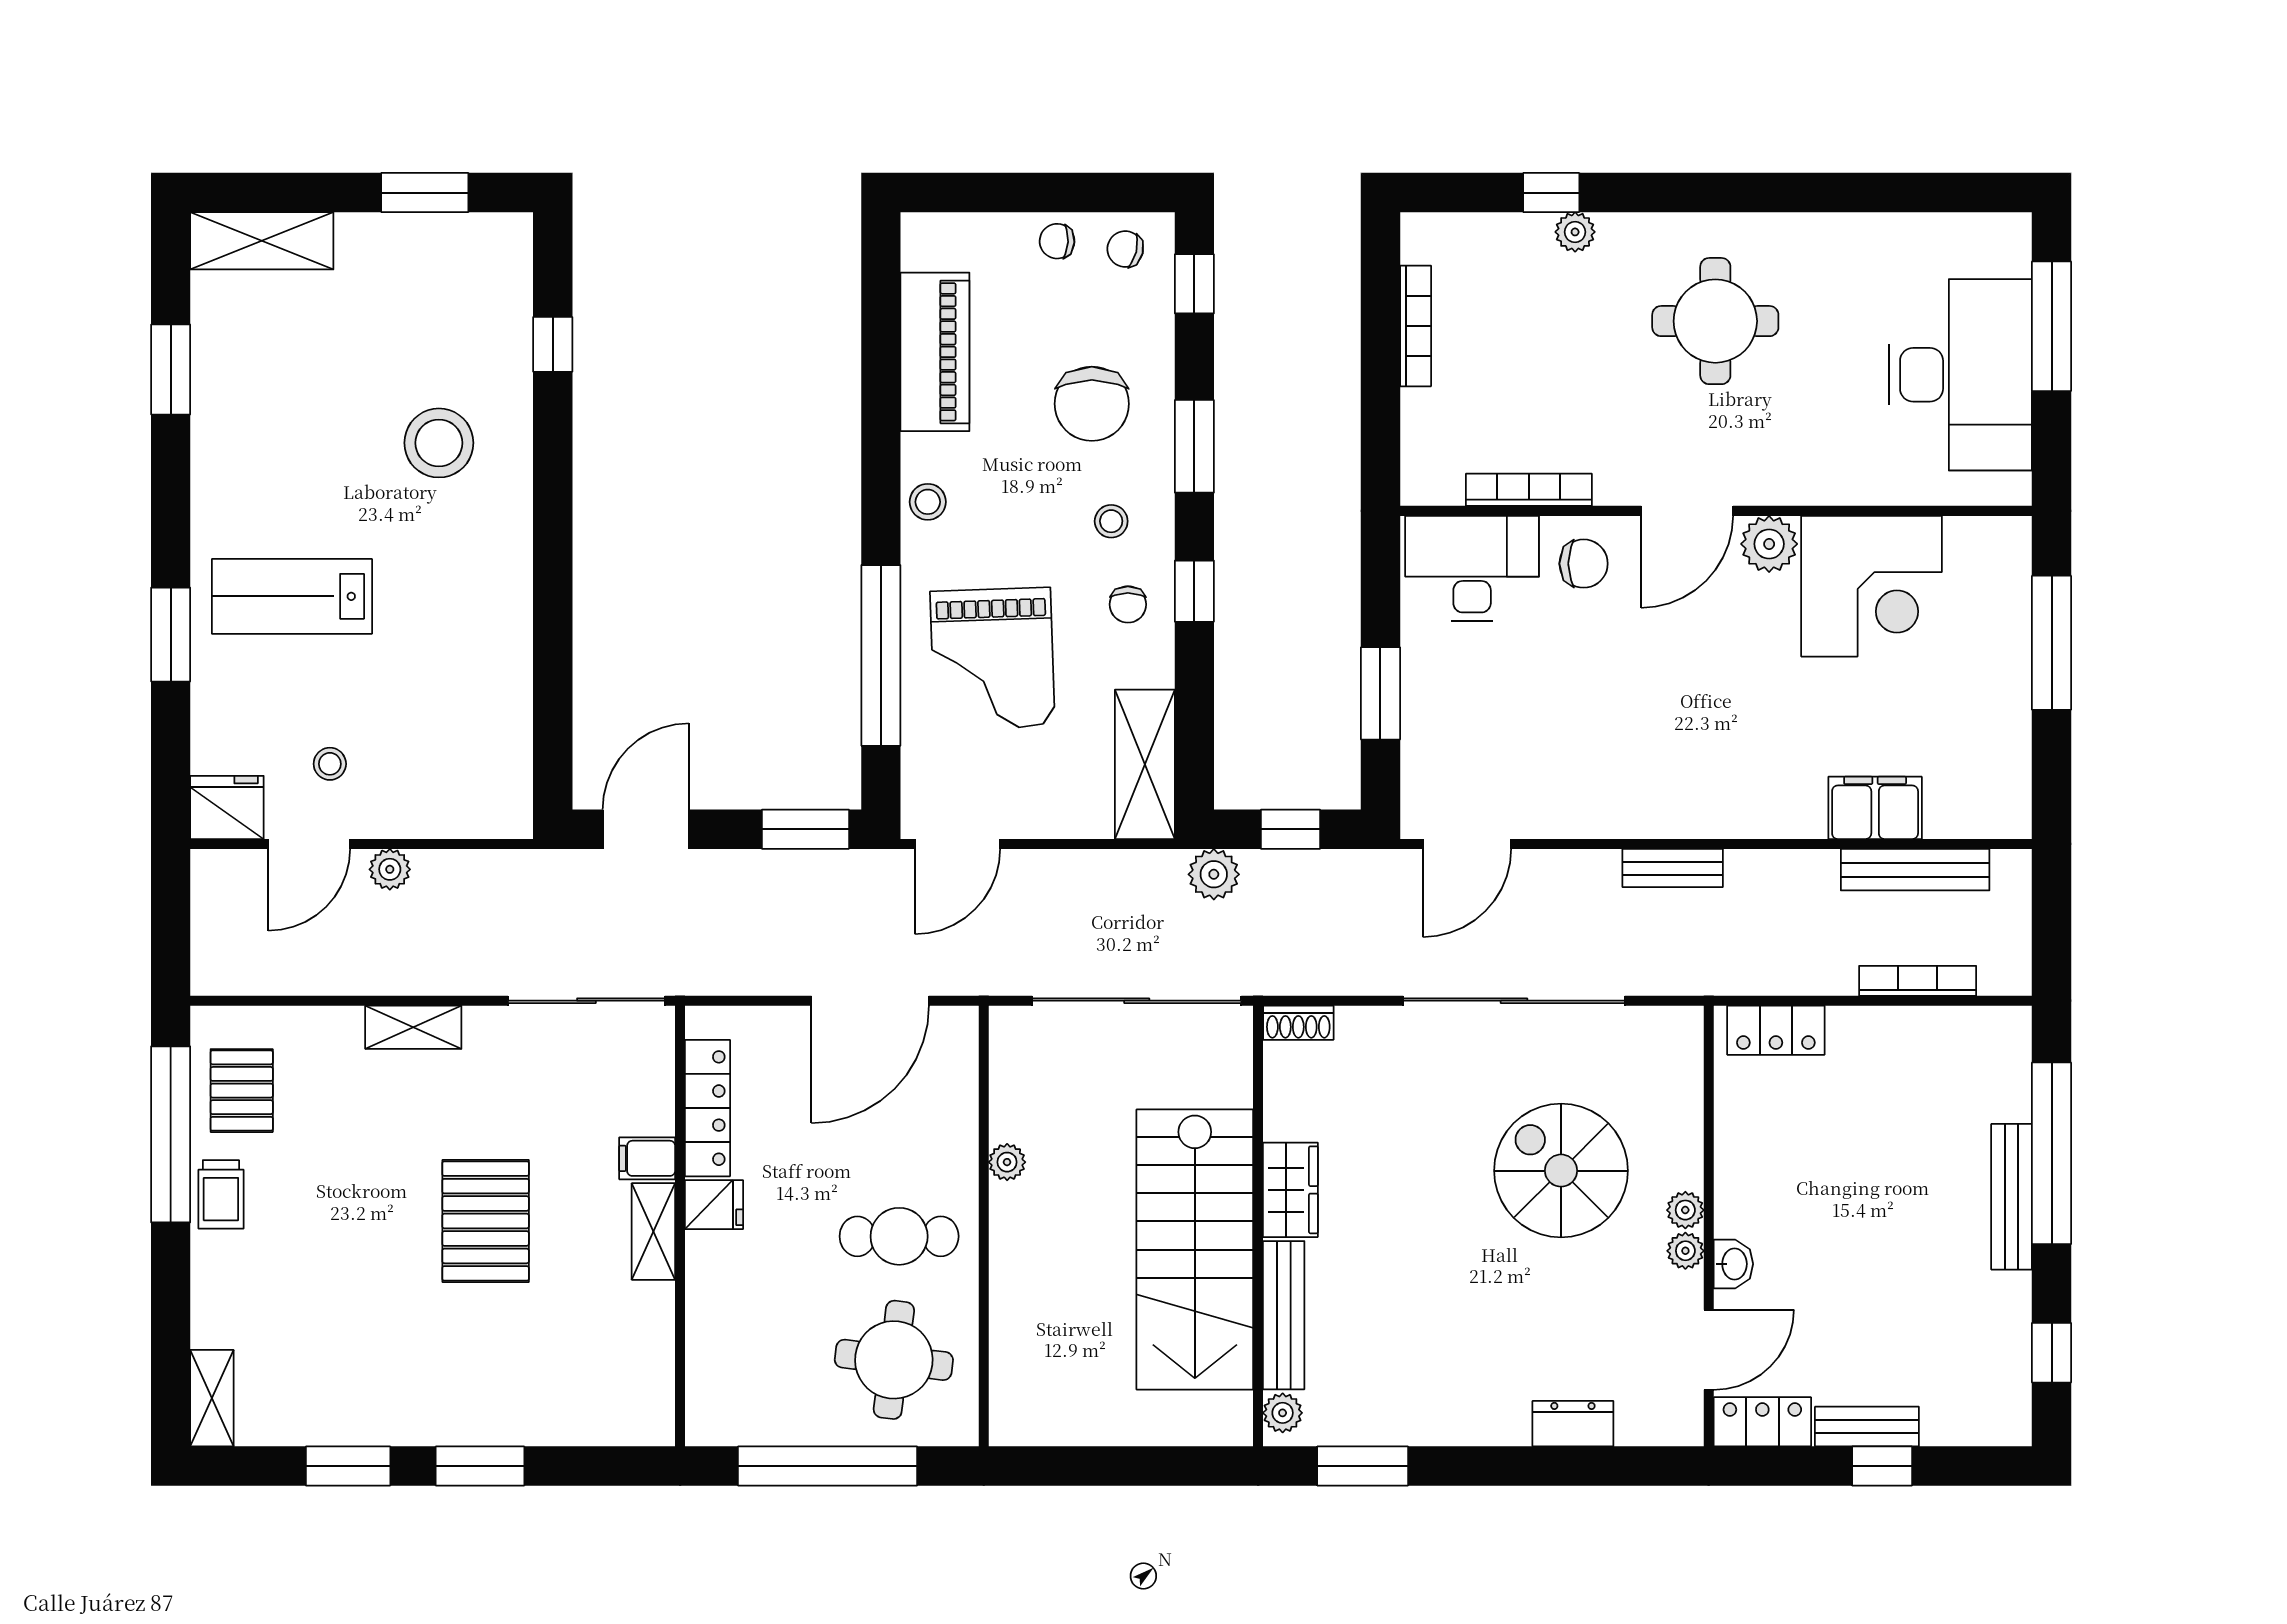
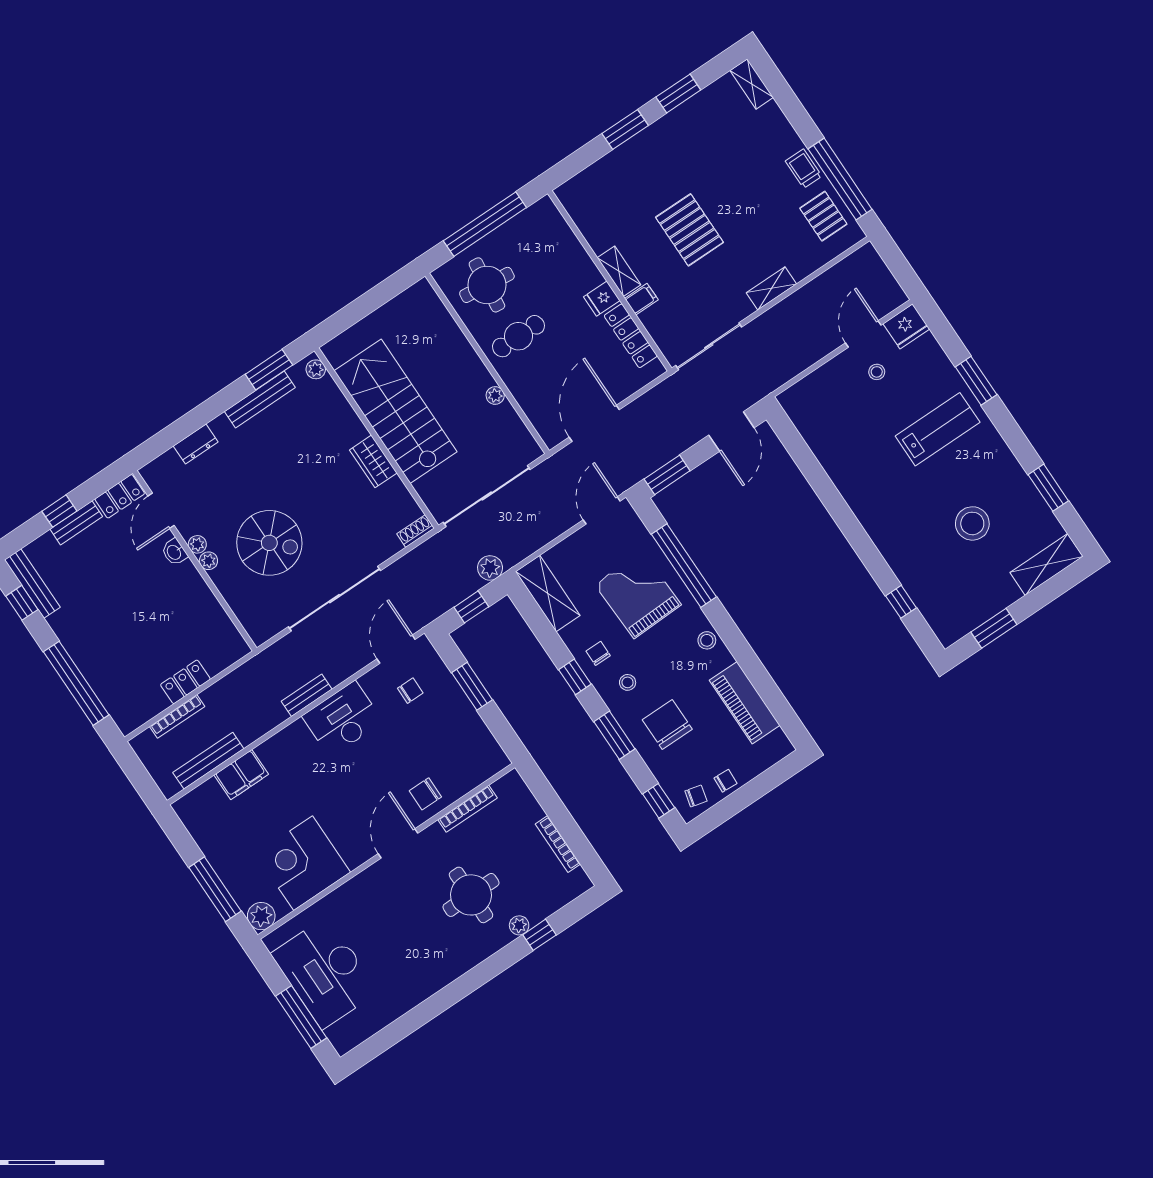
round table: (1715, 321) -> (471, 895), moved
stool: (439, 443) -> (972, 523), moved
plant: (1769, 544) -> (261, 916), moved
desk: (1472, 568) -> (343, 719), moved, turned 180
chair: (1491, 757) -> (410, 691), added
plant: (390, 869) -> (824, 346), removed
locker: (1776, 1030) -> (185, 682), moved
bench: (2012, 1197) -> (32, 584), moved
bench: (1284, 1315) -> (260, 399), moved, turned 90

